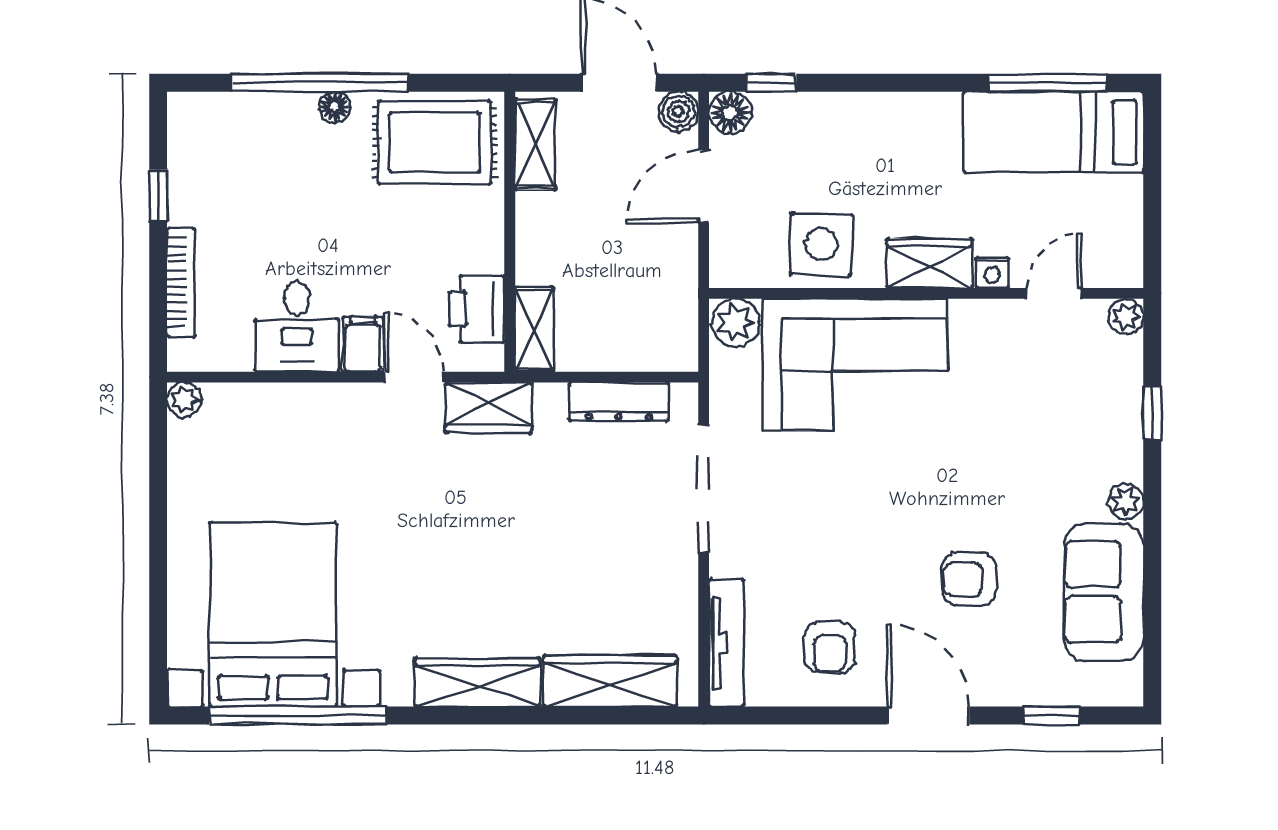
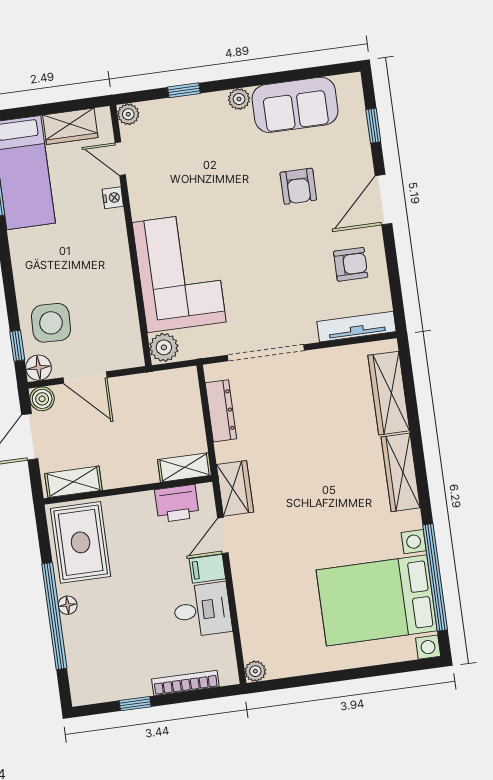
side table: (821, 244) -> (51, 323), moved
wardrobe: (929, 263) -> (70, 126), moved, turned -90

